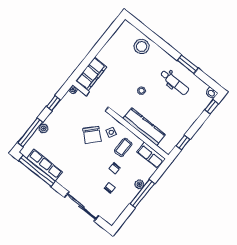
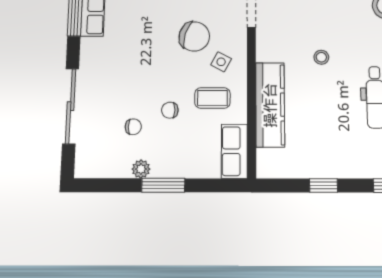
chair: (92, 135) -> (194, 36), turned -116
window: (183, 143) -> (324, 186), moved
plant: (139, 184) -> (141, 169), moved
window: (142, 194) -> (163, 185), width x0.69

